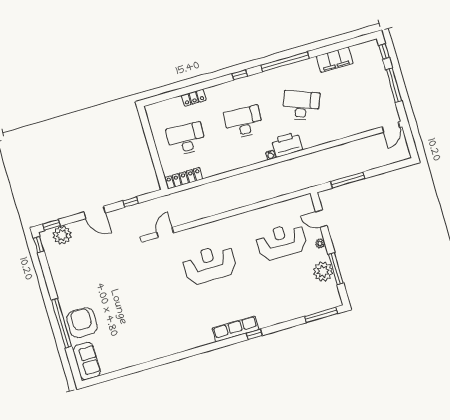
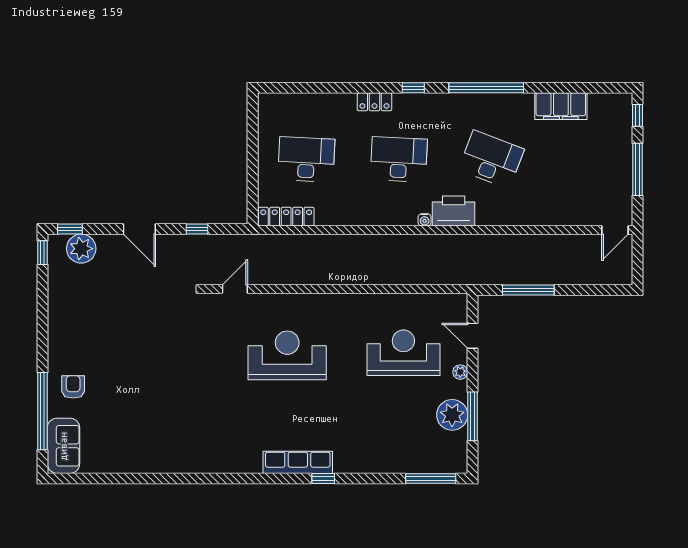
locker: (194, 98) -> (374, 102), moved
window: (62, 323) -> (43, 411), moved
armchair: (82, 323) -> (73, 387), width x0.53, depth x0.53

